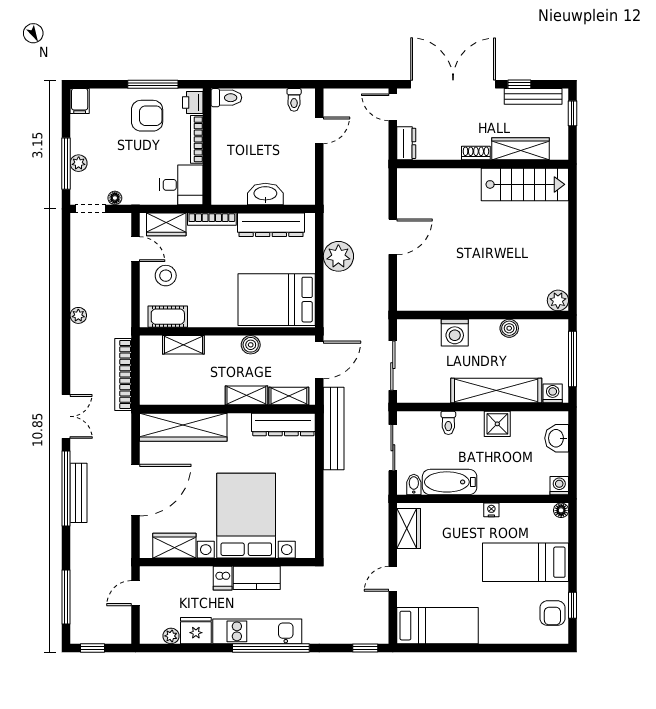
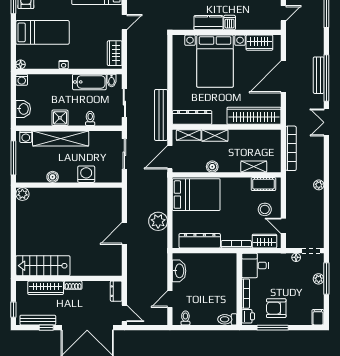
washbasin: (265, 194) -> (179, 271), moved, turned -90

